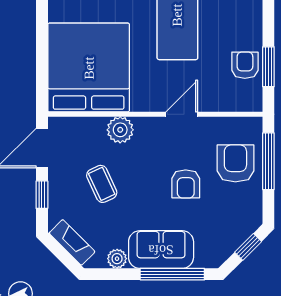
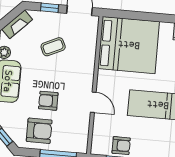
plant: (120, 130) -> (87, 62), removed
armchair: (235, 163) -> (39, 131), moved

